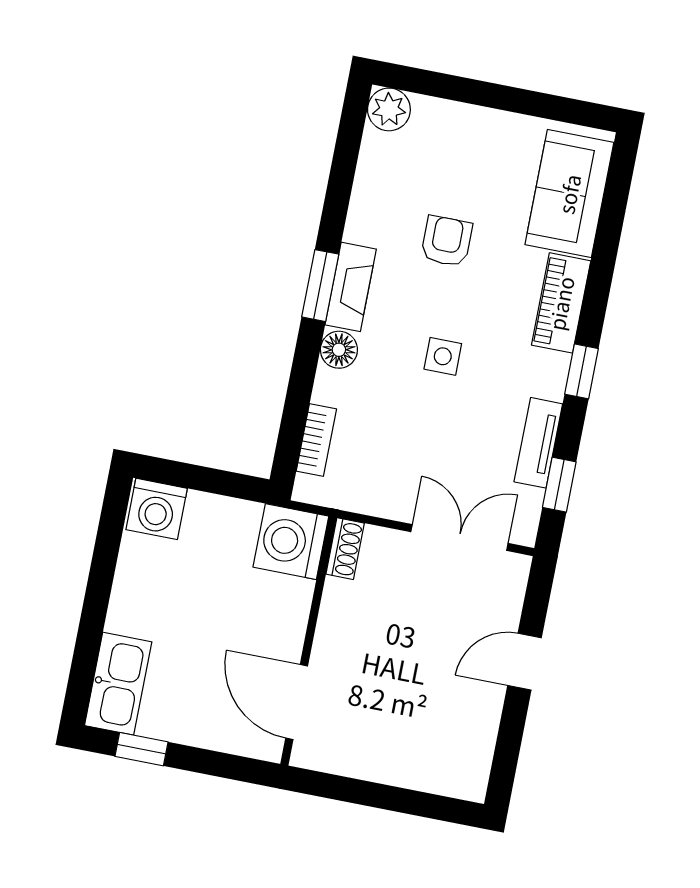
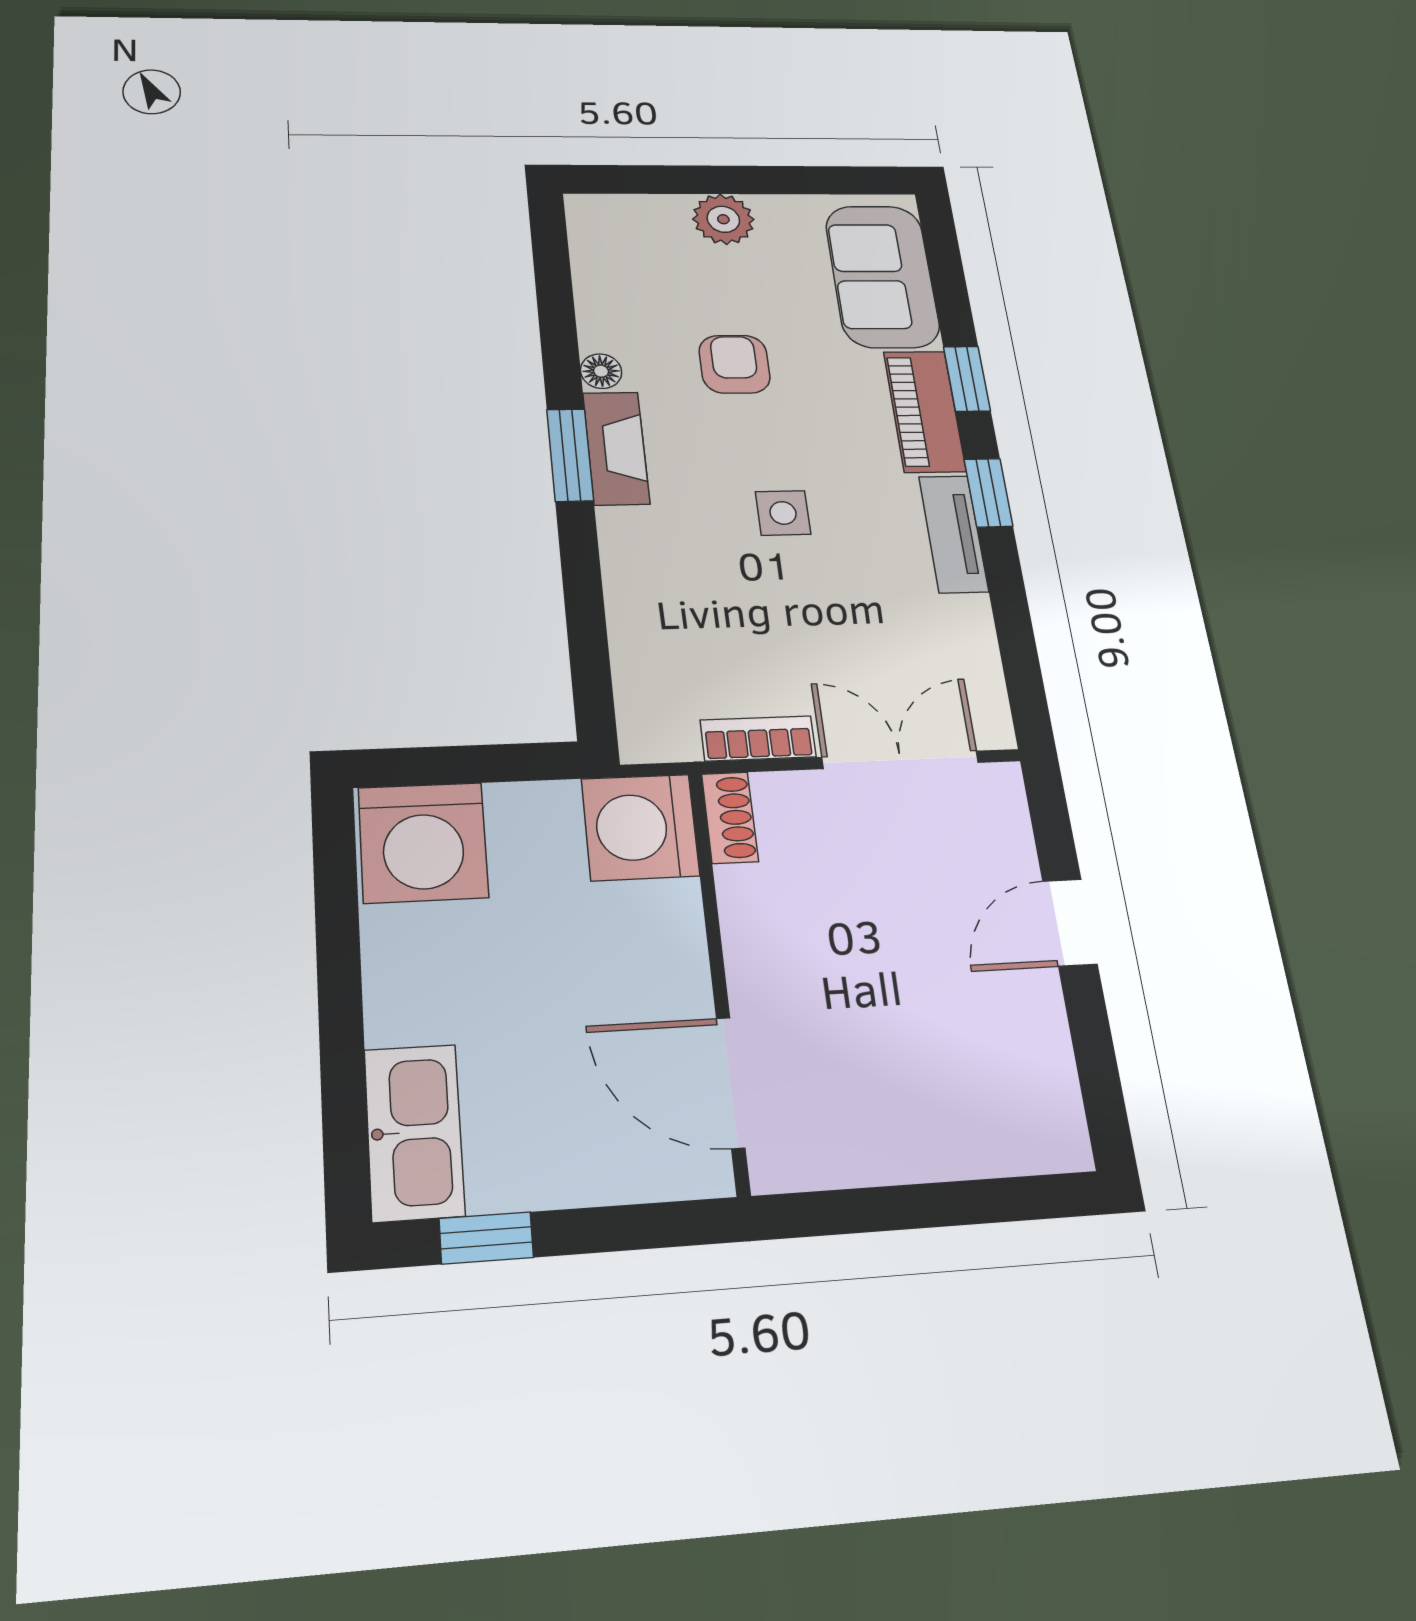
plant: (389, 109) -> (723, 219), moved
floor lamp: (339, 350) -> (601, 371), moved, width x0.73, depth x0.73
bookcase: (316, 440) -> (758, 738), moved, turned -90
tv unit: (538, 443) -> (953, 534), moved
window: (559, 485) -> (967, 379), moved
washing machine: (157, 509) -> (423, 842), width x1.37, depth x1.37

